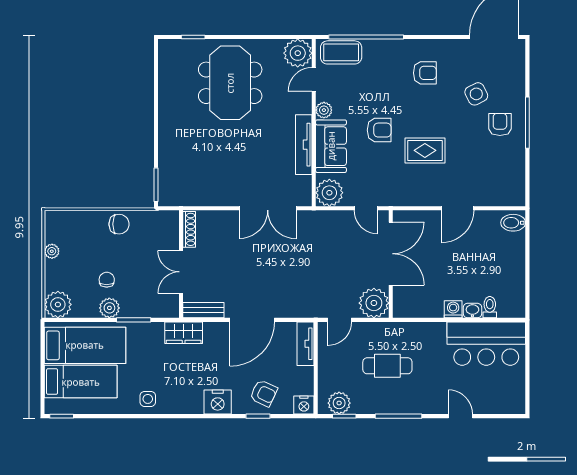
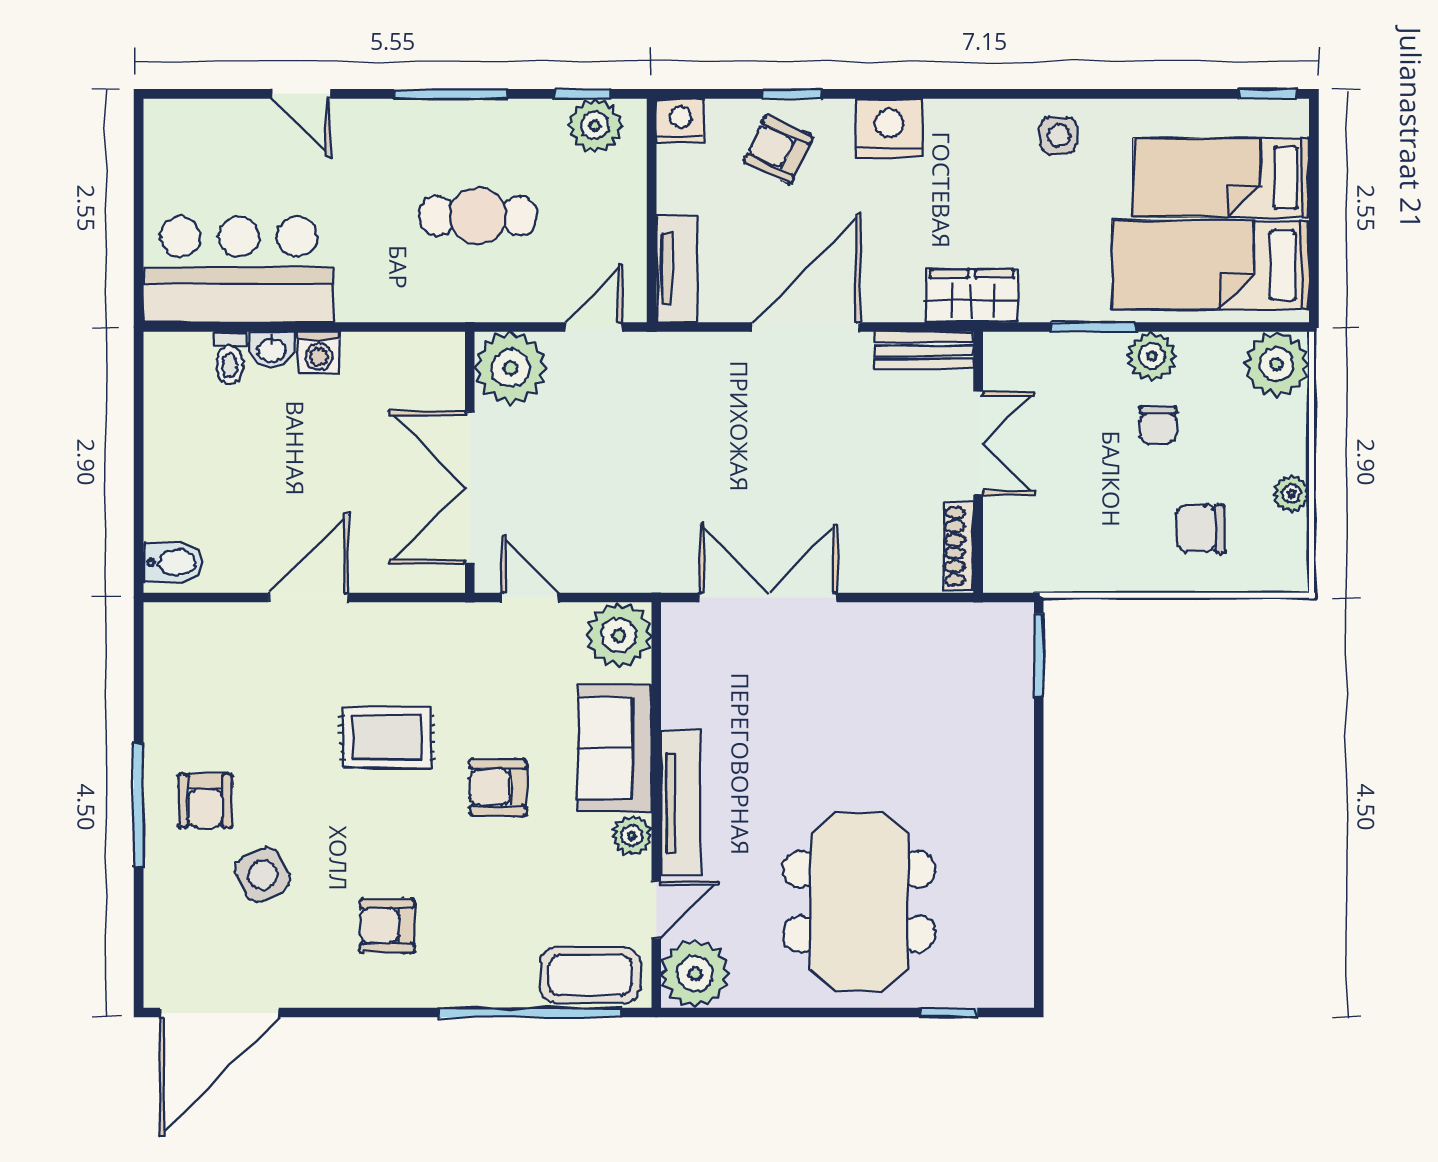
tv unit: (304, 145) -> (681, 803), moved
chair: (119, 224) -> (1201, 529), moved

